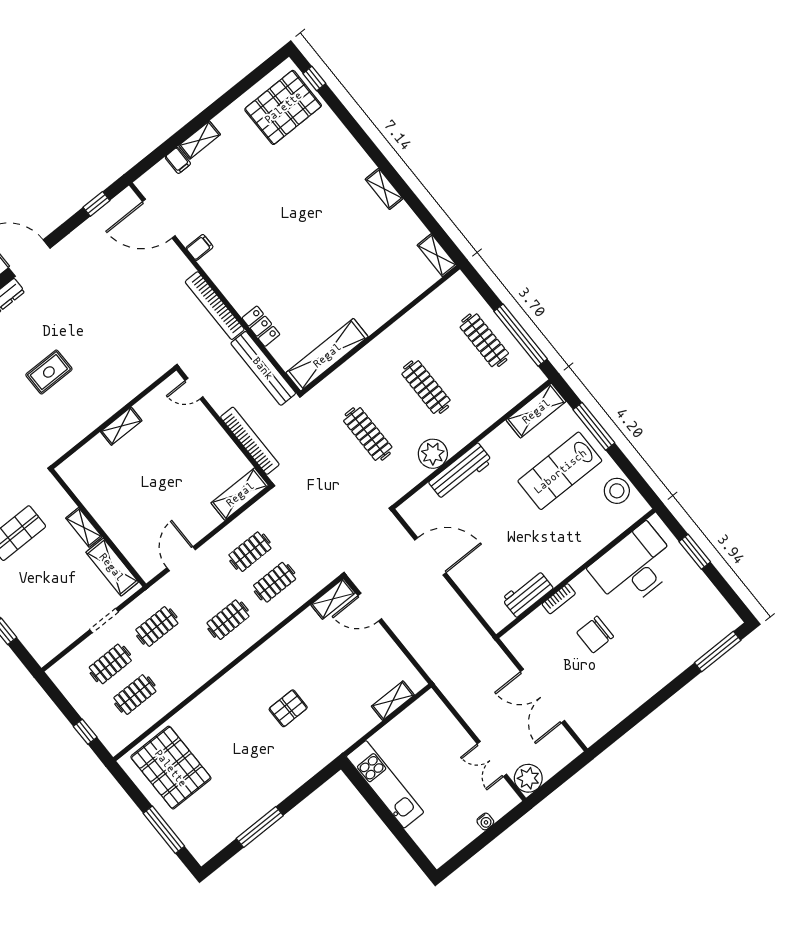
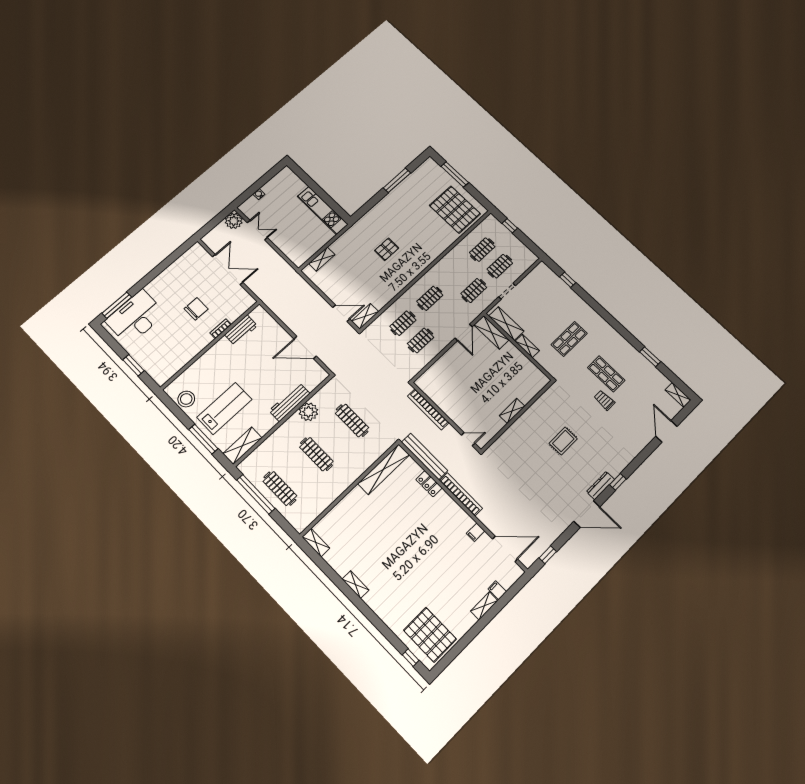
pallet: (283, 107) -> (430, 635), turned 90
shelving: (240, 494) -> (491, 332), moved, turned 90
desk: (634, 567) -> (135, 317), moved, turned 180

